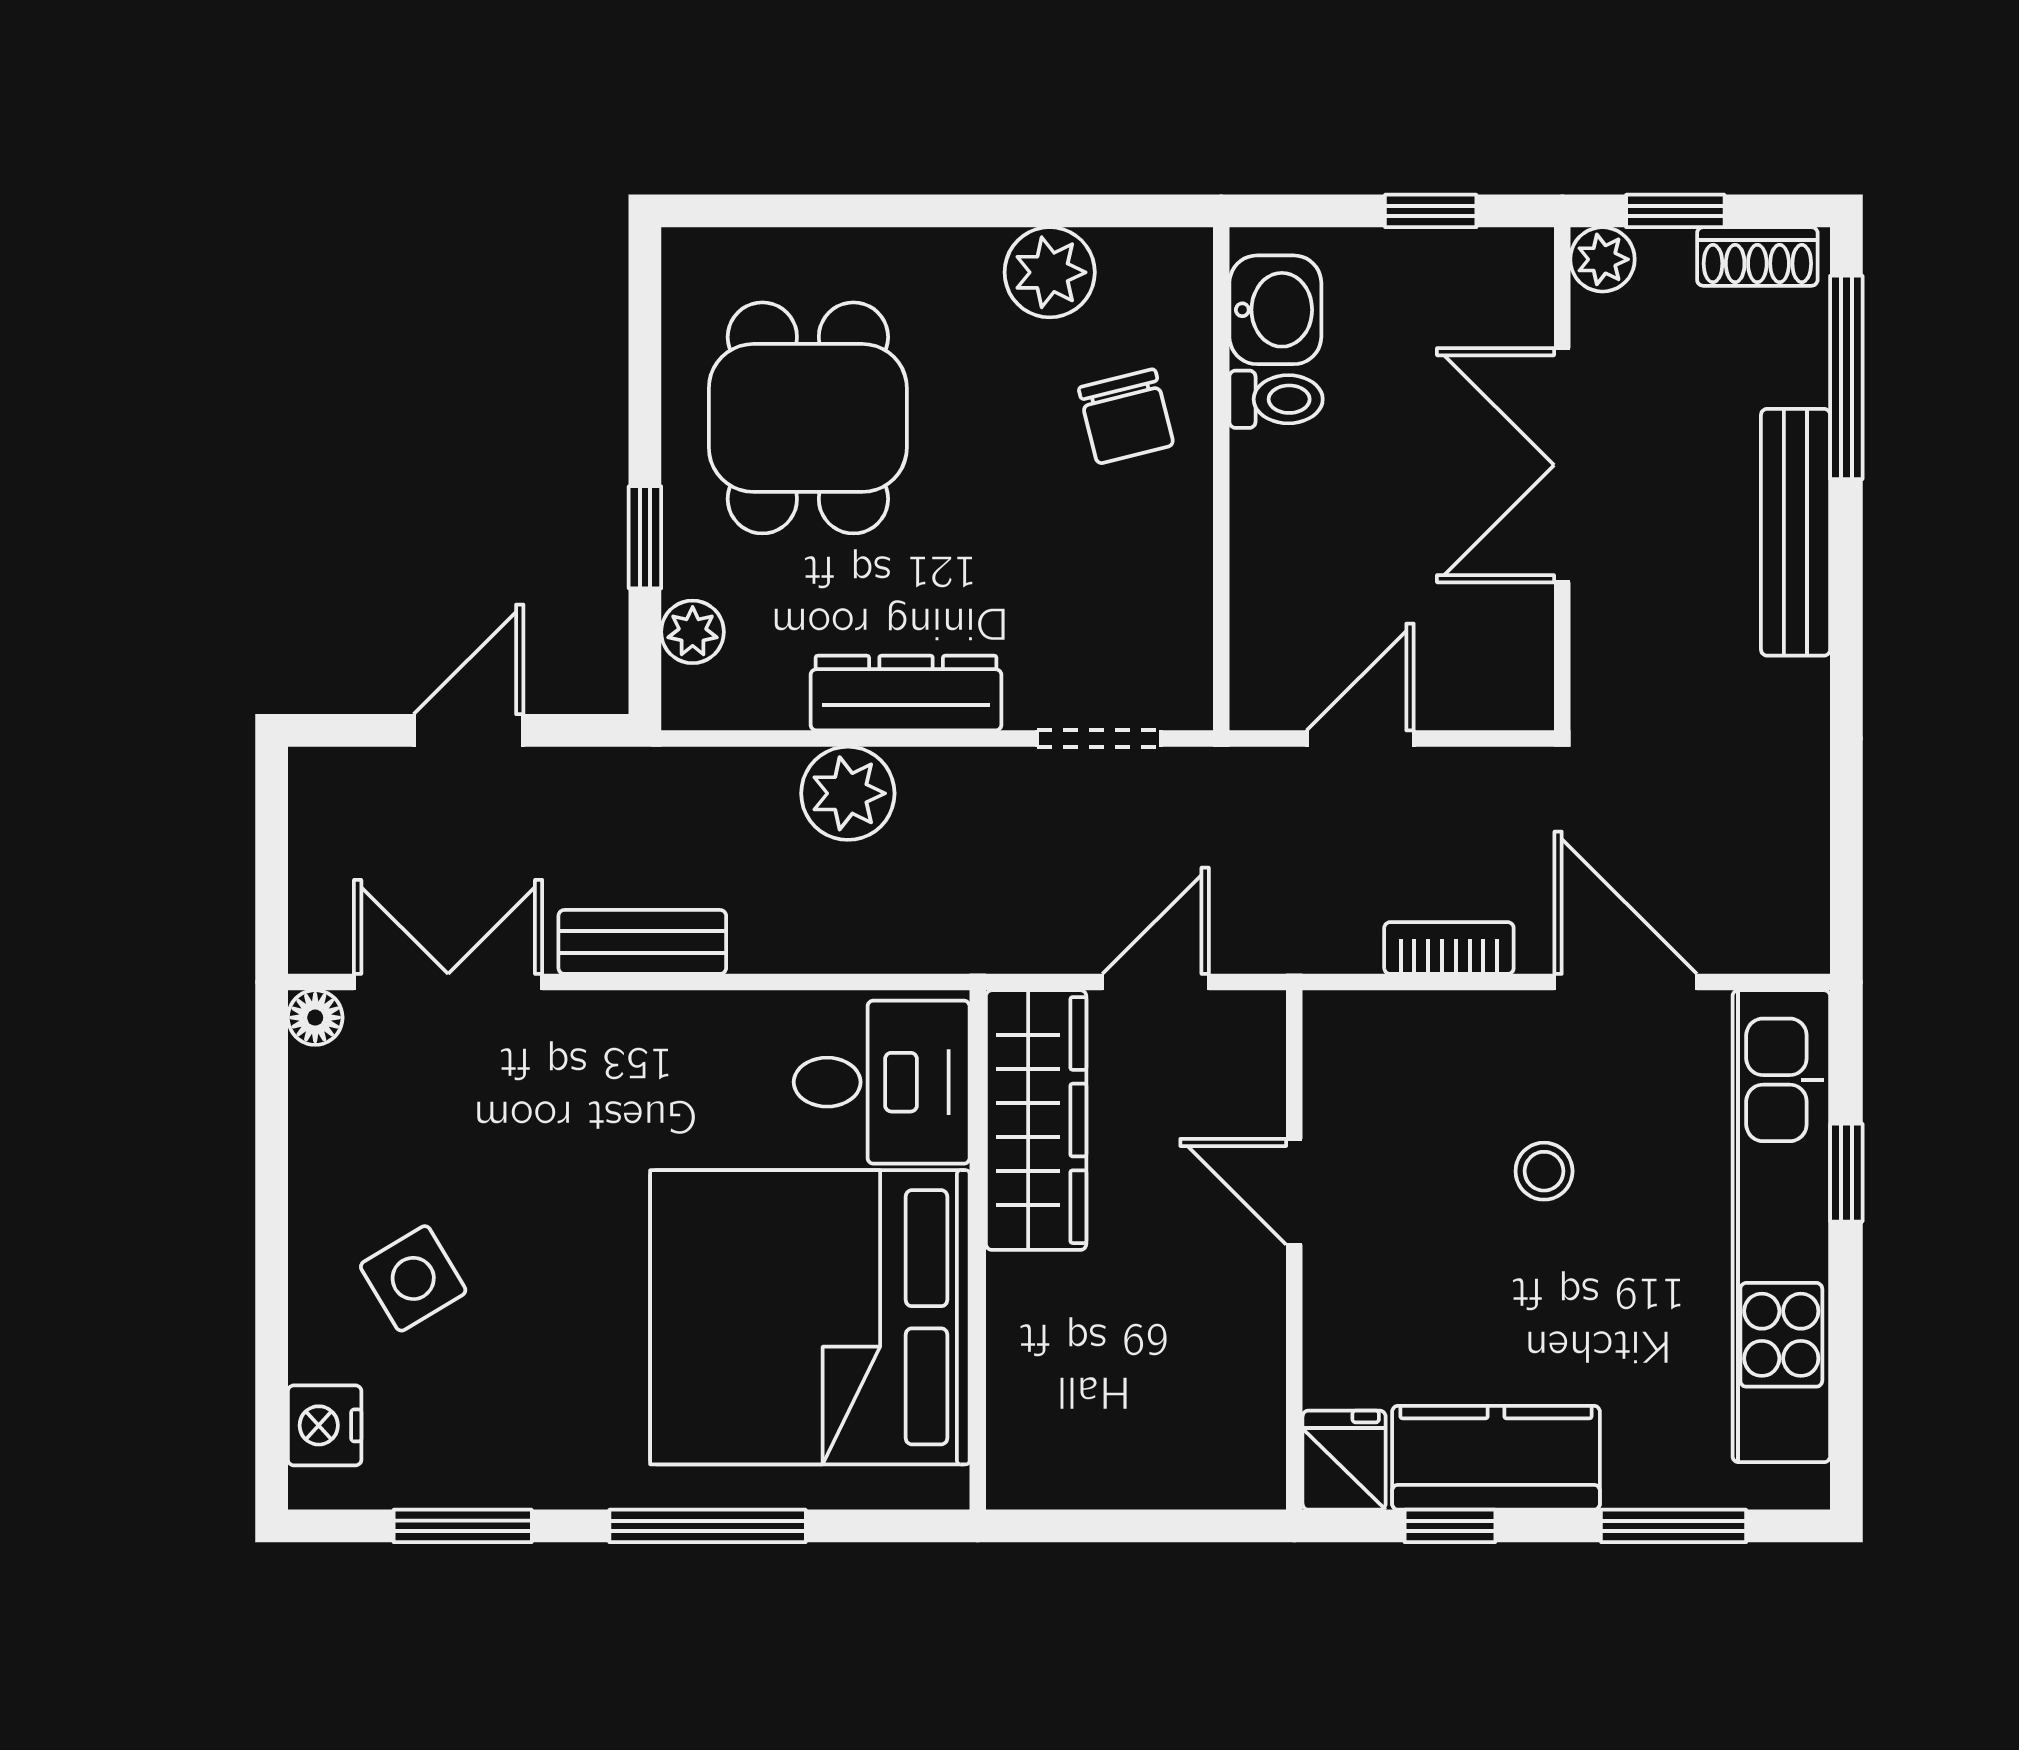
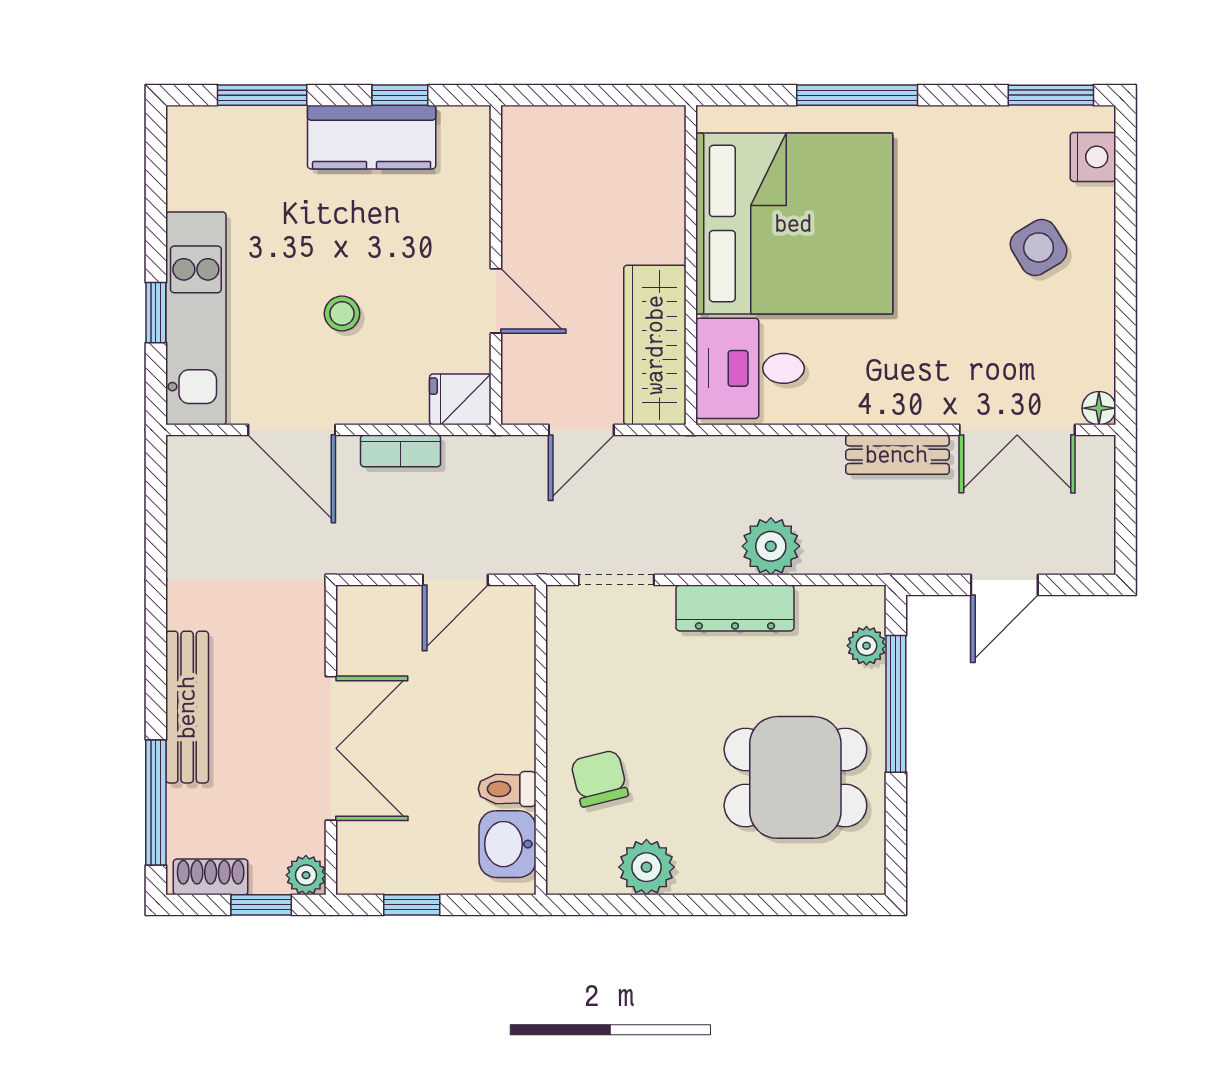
dining table: (808, 418) -> (795, 777), turned 90
window: (645, 537) -> (896, 704), width x2.17
kitchen unit: (1781, 1226) -> (196, 318), width x0.73
fridge: (1344, 1460) -> (460, 399), moved, turned 90
window: (463, 1526) -> (1051, 95), moved

